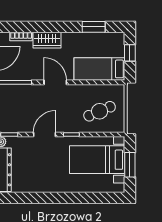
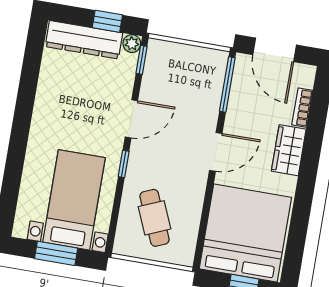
window: (94, 27) -> (298, 232), removed
bed: (99, 69) -> (245, 233), width x2.04
door: (45, 134) -> (131, 119), hinge flipped

